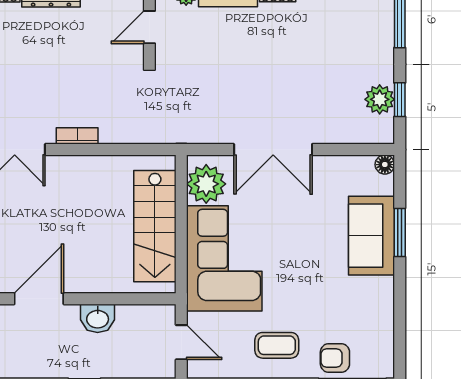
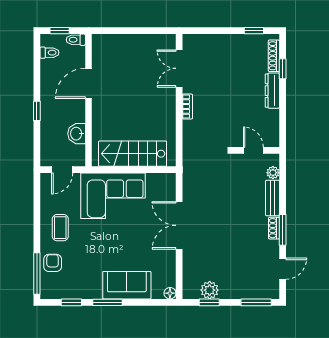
plant: (206, 184) -> (158, 185), removed
window: (400, 233) -> (108, 302), moved
door: (39, 299) -> (89, 83), swing flipped
washbasin: (98, 318) -> (77, 134), moved
window: (400, 327) -> (71, 302), added

